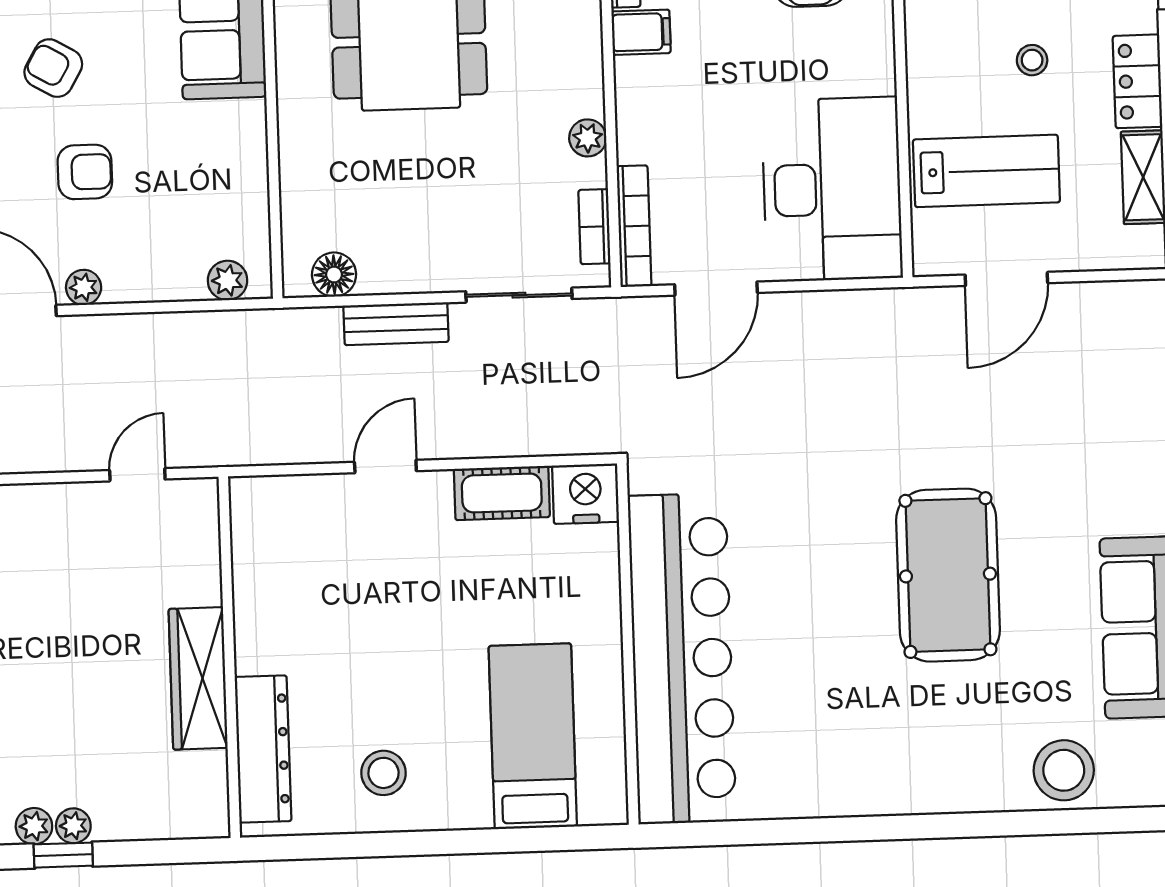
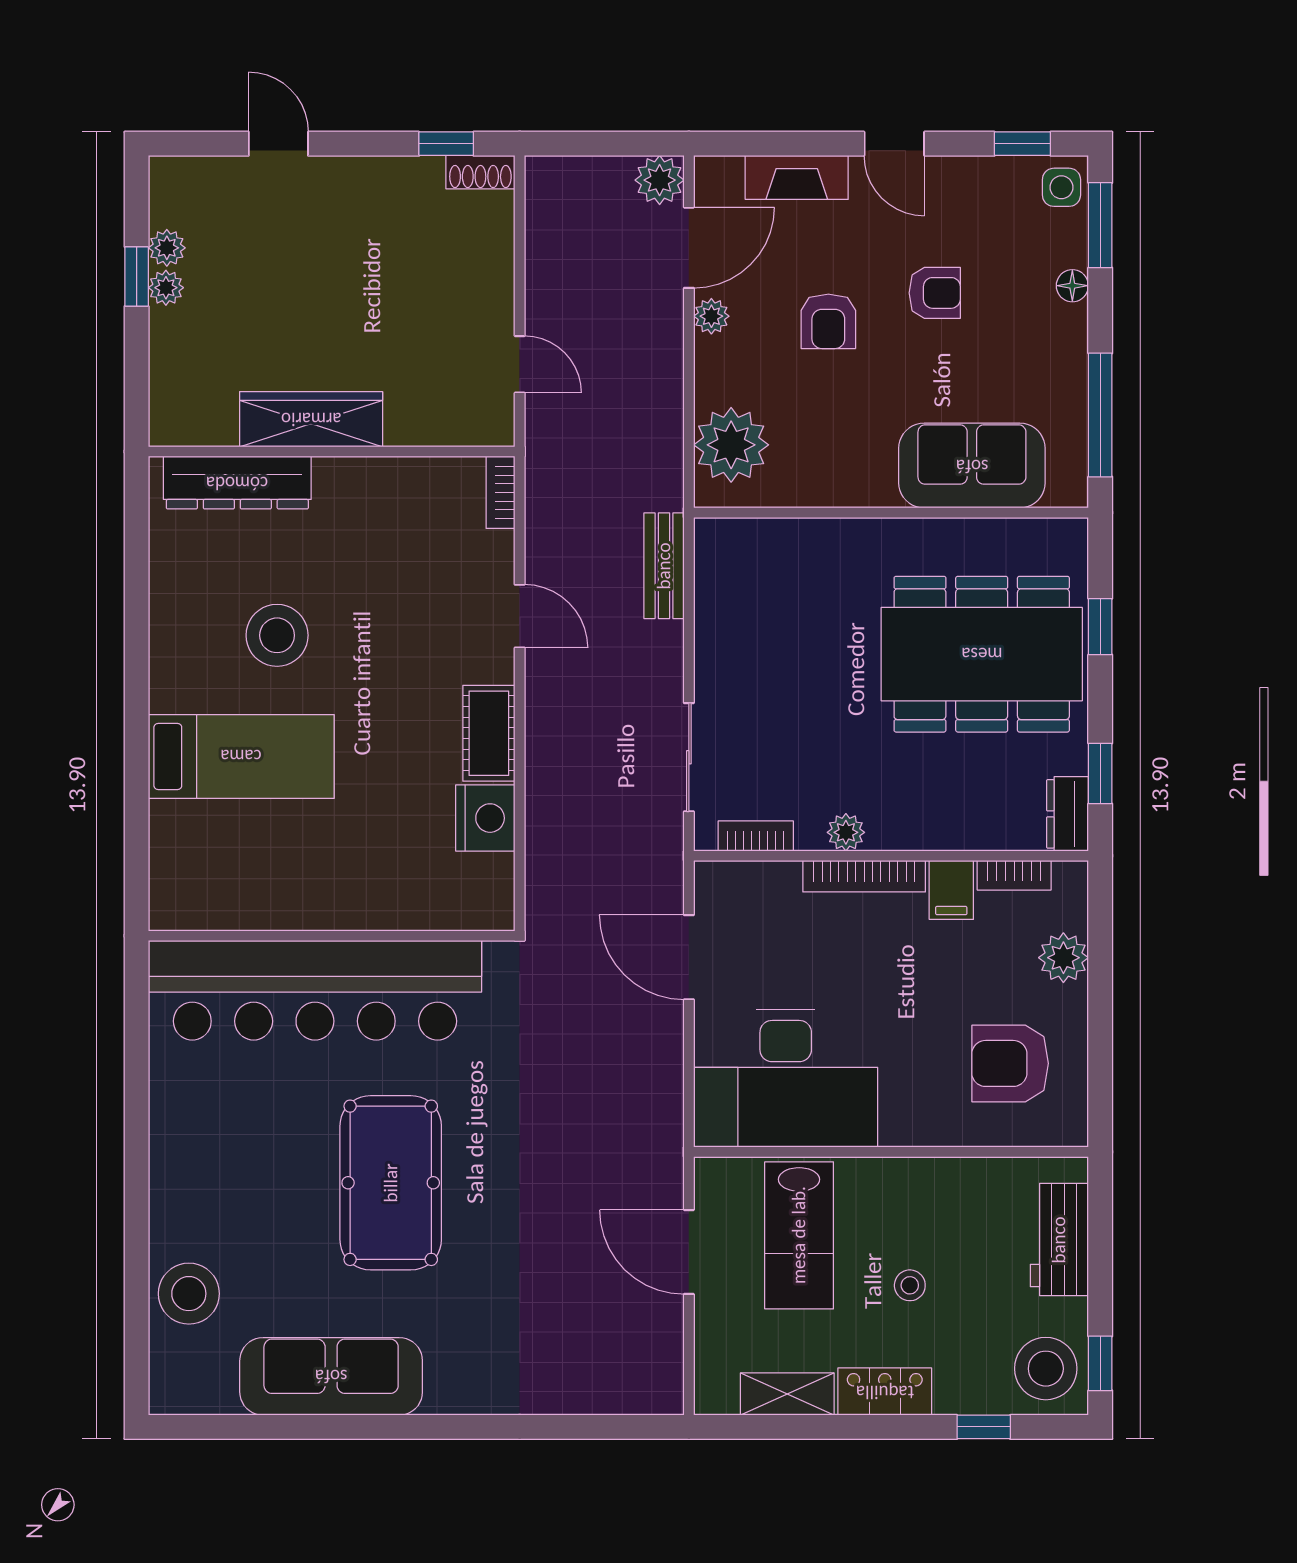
armchair: (53, 68) -> (935, 293), turned 60
bookcase: (634, 226) -> (864, 876), moved
floor lamp: (334, 275) -> (716, 571), removed
plant: (227, 280) -> (731, 445), width x1.88, depth x1.88
bench: (396, 324) -> (664, 566), moved
bookcase: (264, 489) -> (500, 492), added
pool table: (948, 575) -> (391, 1183), turned 90
wall: (628, 644) -> (332, 936), moved
bar counter: (682, 659) -> (315, 990), moved
stool: (383, 773) -> (277, 635), moved, width x1.38, depth x1.38

